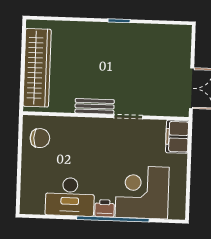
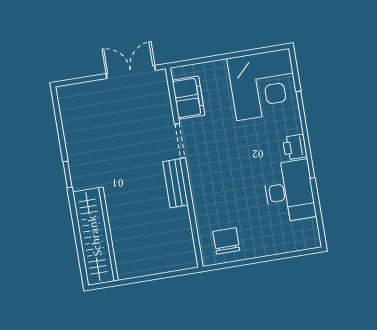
wardrobe: (37, 68) -> (95, 236), moved, turned 90
filing cabinet: (177, 137) -> (188, 98), moved, turned -90
corner desk: (142, 192) -> (263, 85), moved, turned -90

